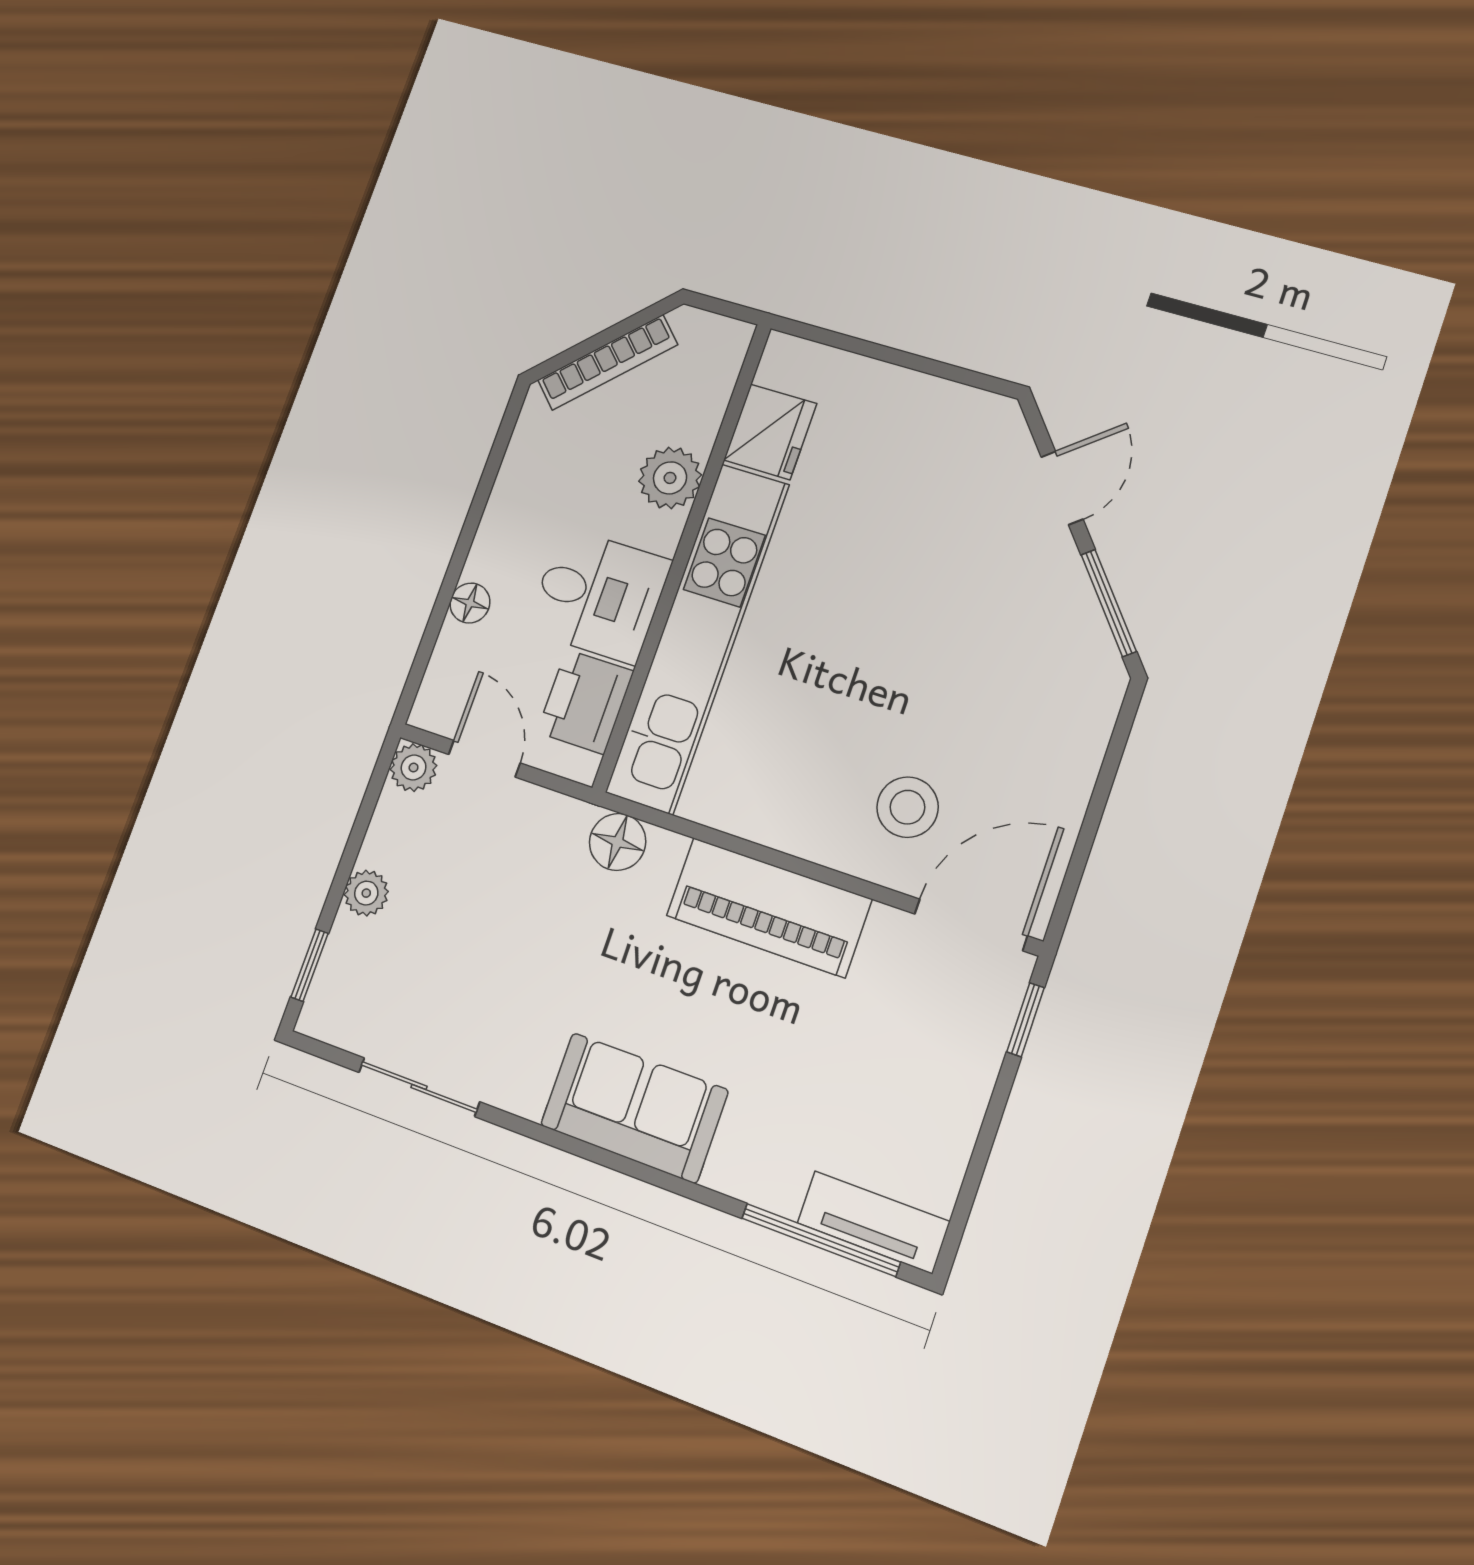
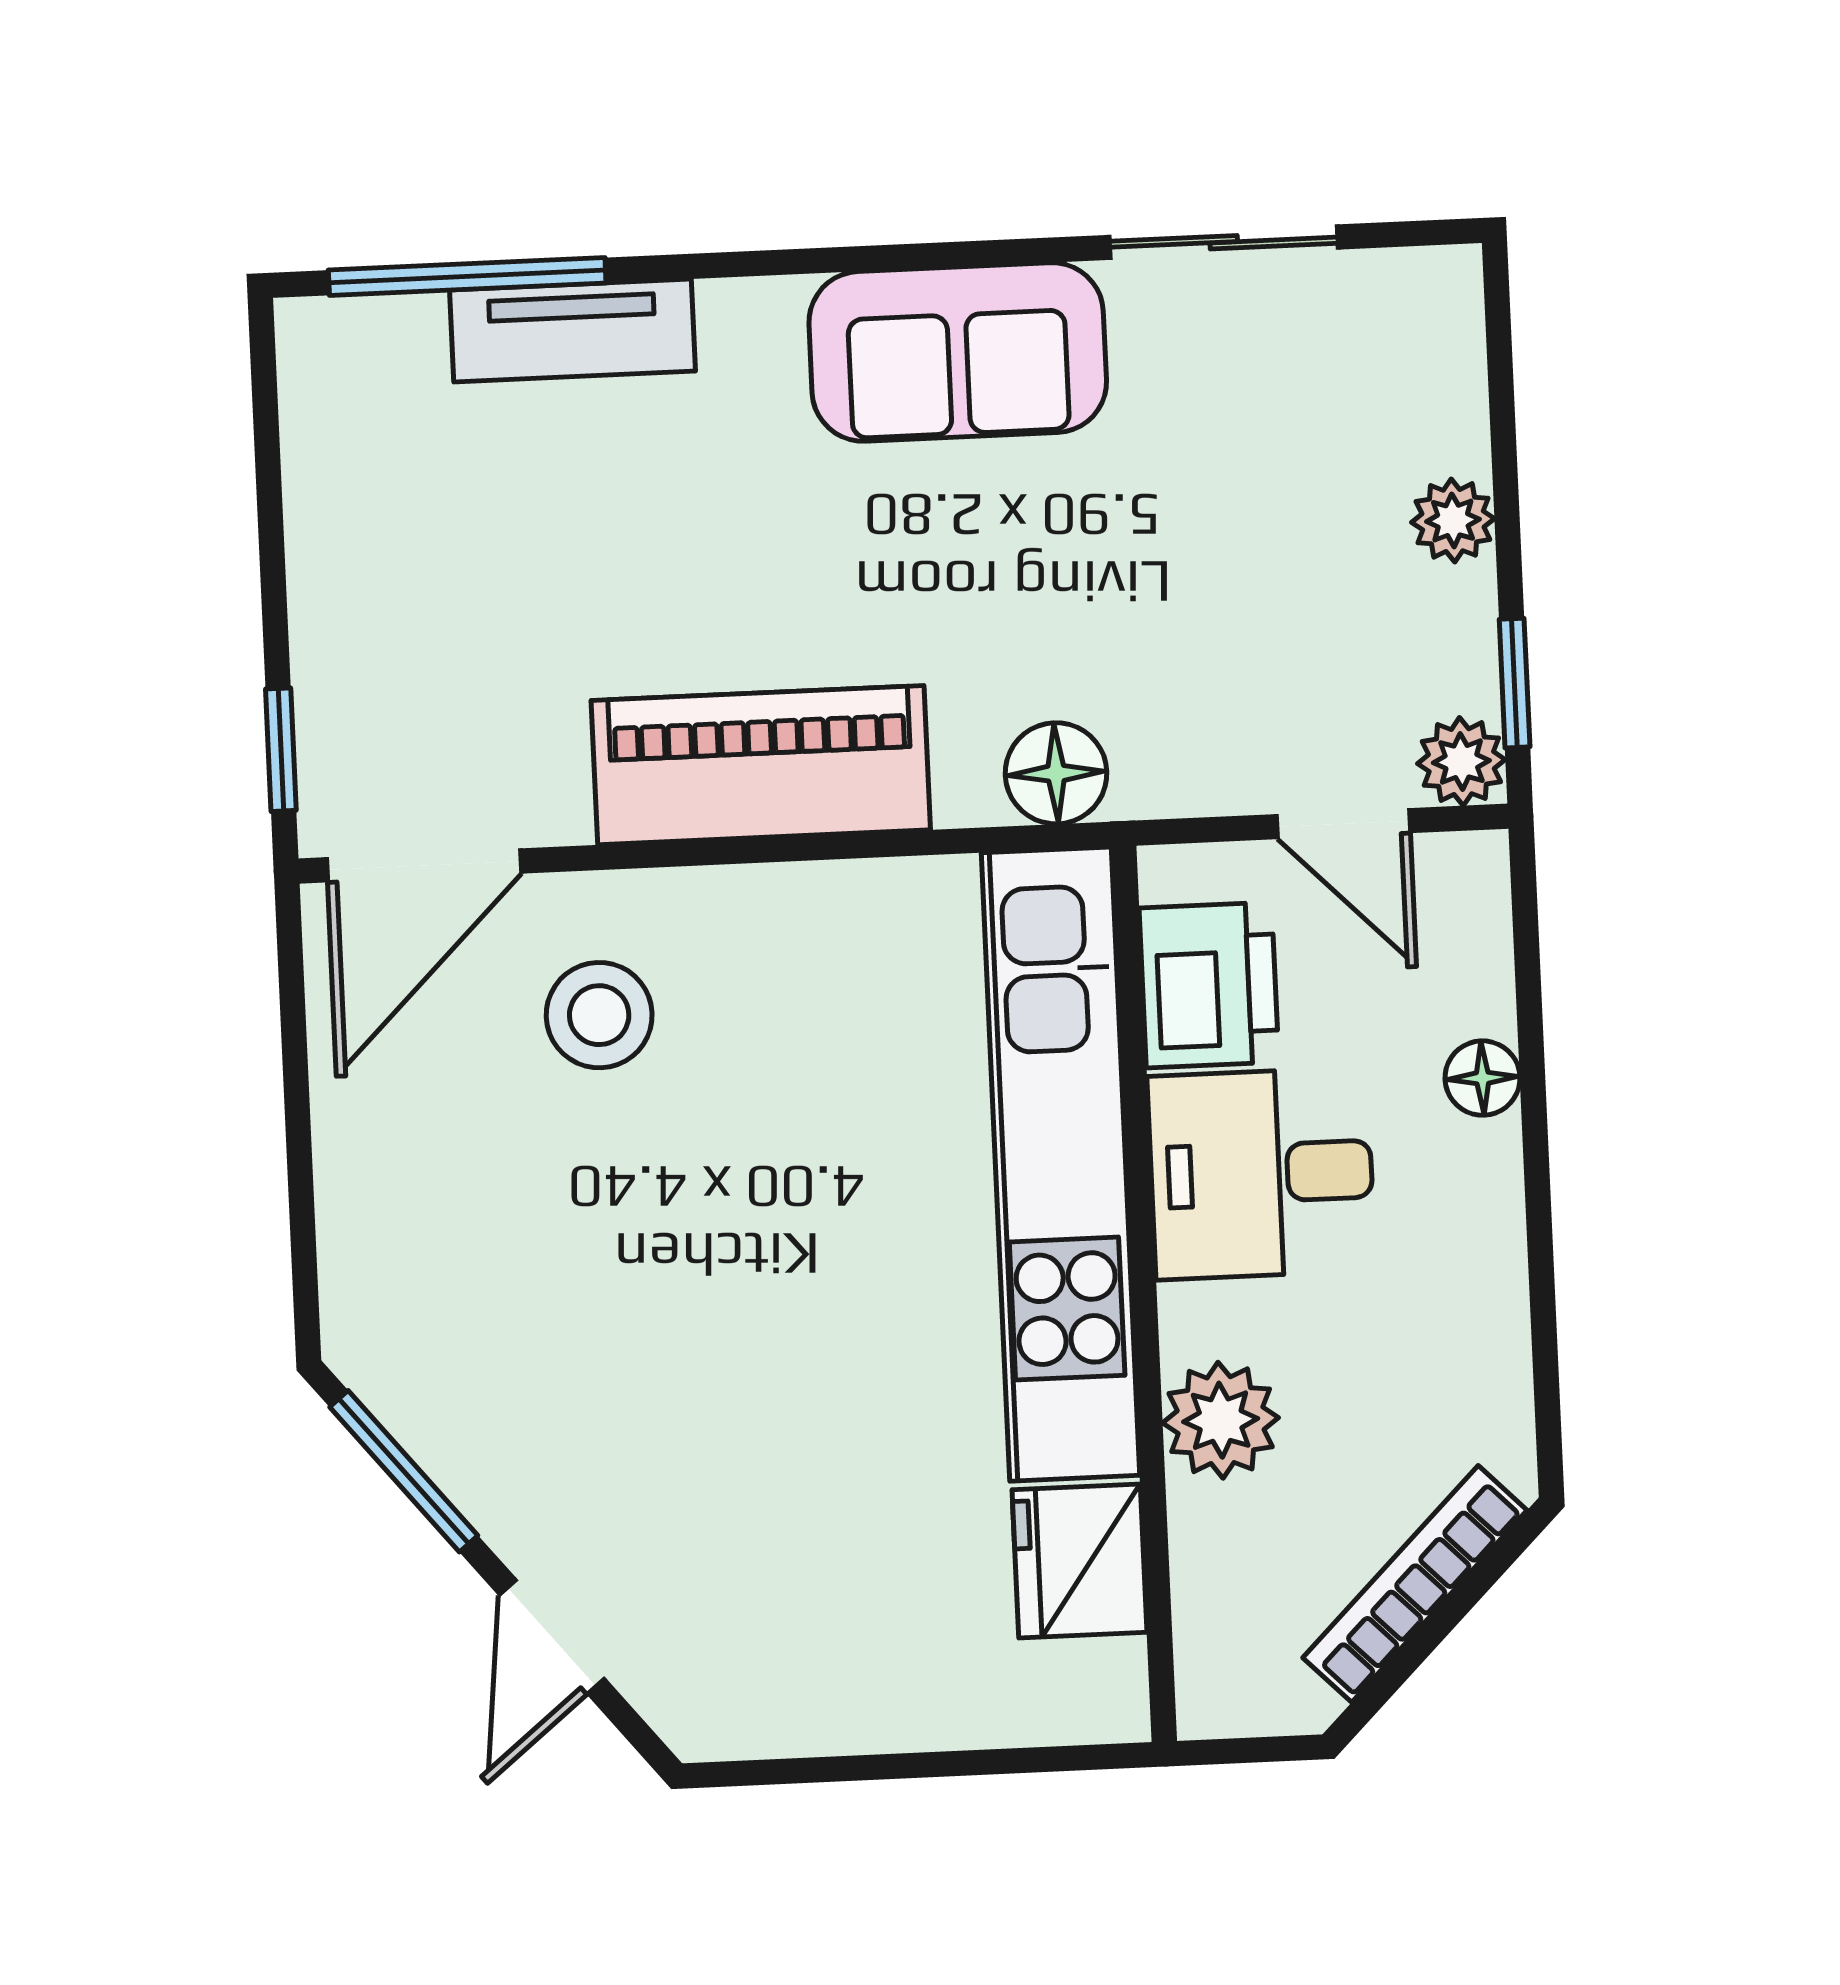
window: (310, 965) -> (1515, 683), moved
sofa: (634, 1108) -> (958, 352), moved
tv unit: (873, 1222) -> (572, 331), moved

